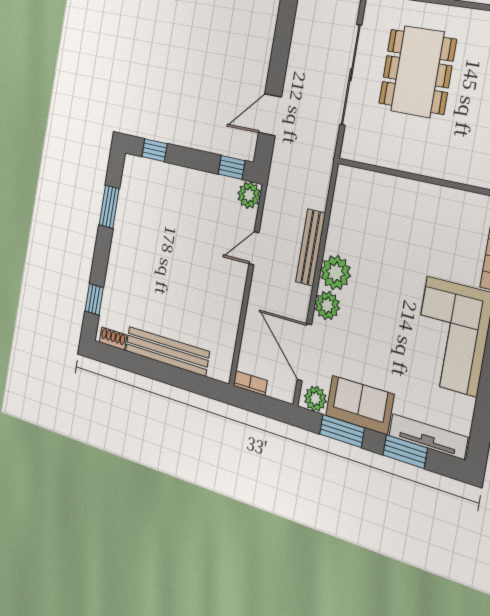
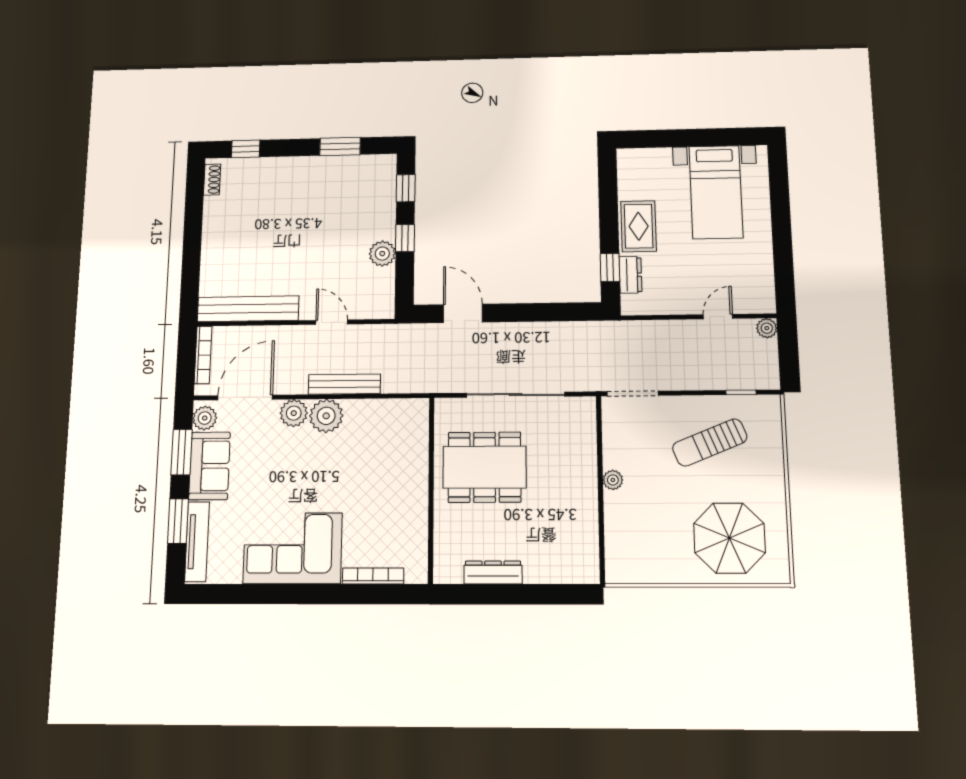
dining table: (417, 72) -> (484, 467), moved
window: (232, 167) -> (405, 238), moved
plant: (249, 195) -> (382, 254), moved
bench: (167, 351) -> (248, 309), moved, turned 90
bookcase: (250, 383) -> (203, 355), width x1.56

